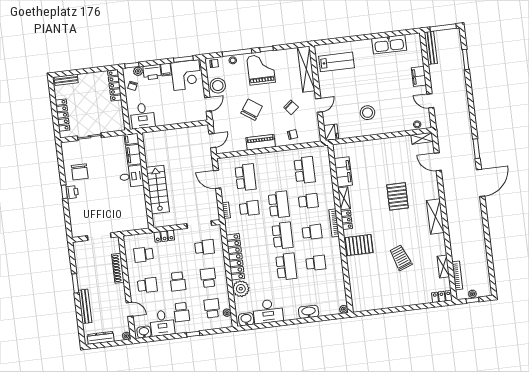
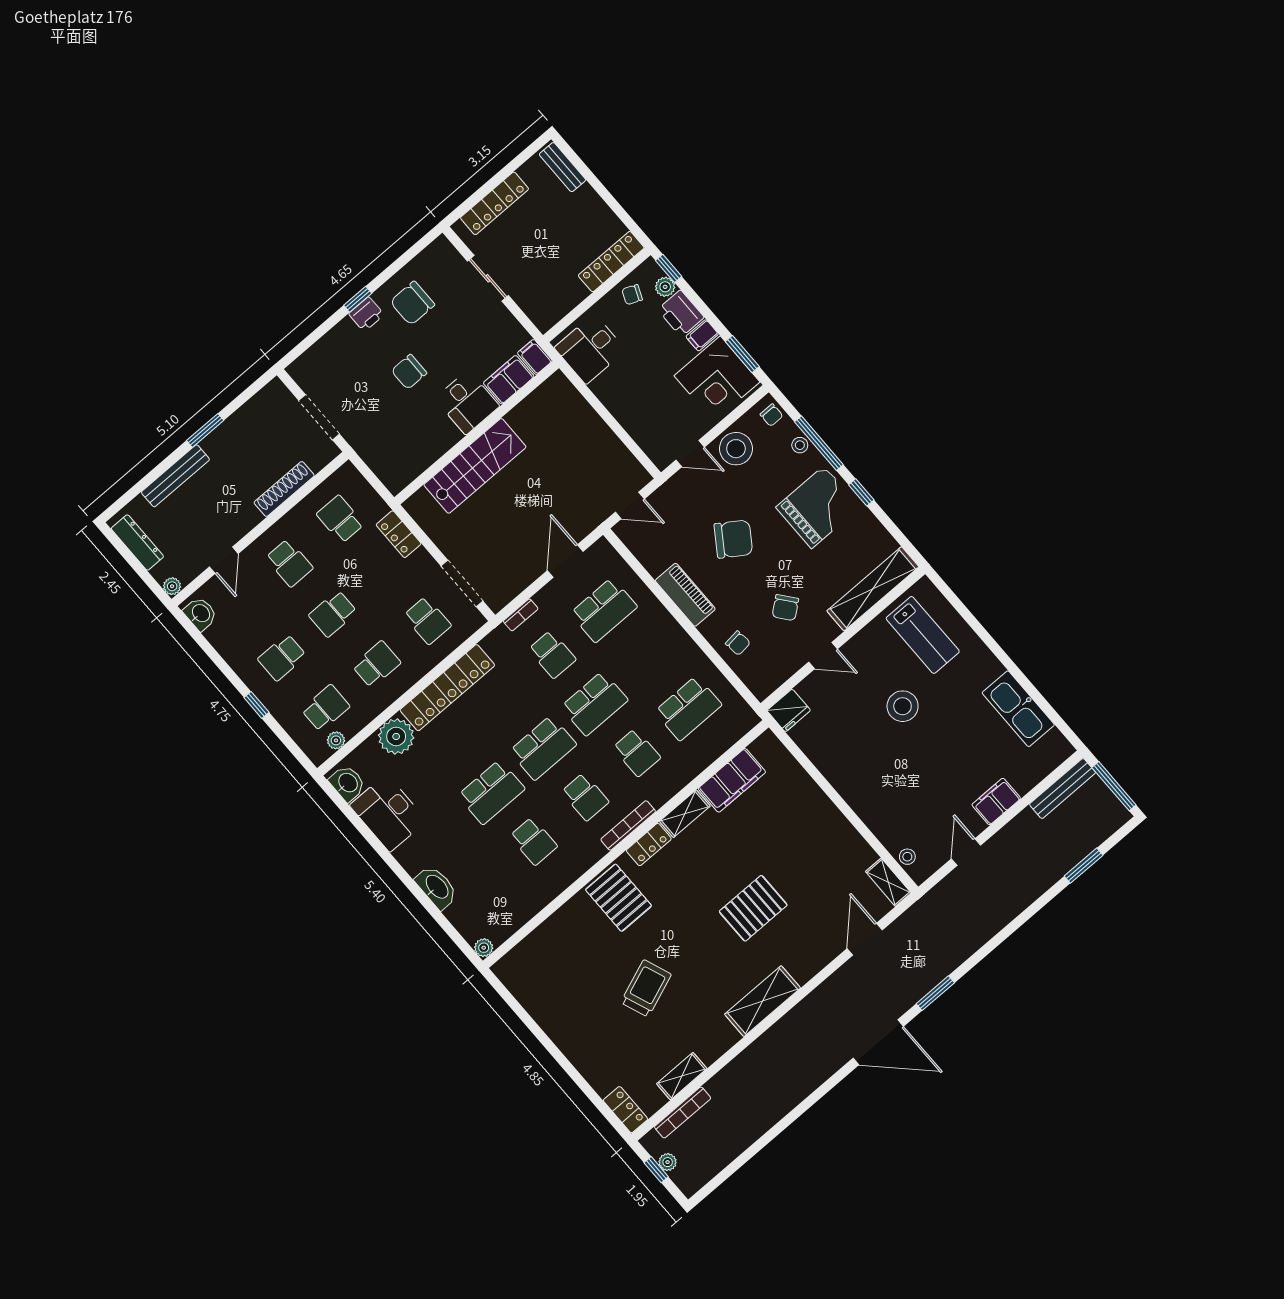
stool: (367, 113) -> (903, 706), moved
chair: (105, 191) -> (409, 372), added
desk: (162, 323) -> (239, 636), removed

